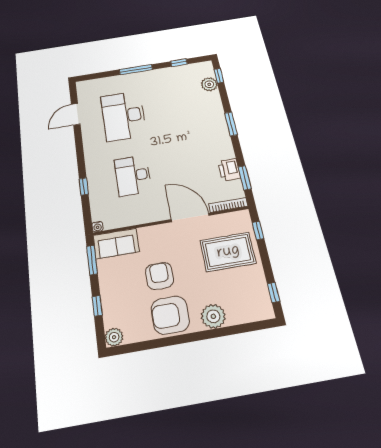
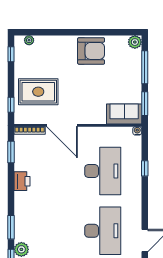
window: (231, 124) -> (11, 227), moved
printer: (229, 170) -> (22, 181), moved
desk: (133, 176) -> (103, 171), width x1.36, depth x1.30
armchair: (159, 276) -> (94, 82), removed
window: (97, 306) -> (145, 67), width x2.17
plant: (213, 316) -> (29, 40), moved, width x0.53, depth x0.53

